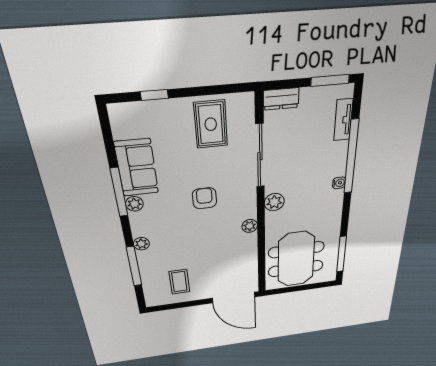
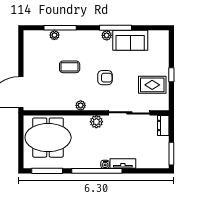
window: (154, 95) -> (171, 75), moved
tv unit: (343, 120) -> (123, 164), moved
window: (351, 157) -> (97, 171), moved
plant: (141, 244) -> (54, 35), moved
coffee table: (179, 282) -> (70, 67), moved

